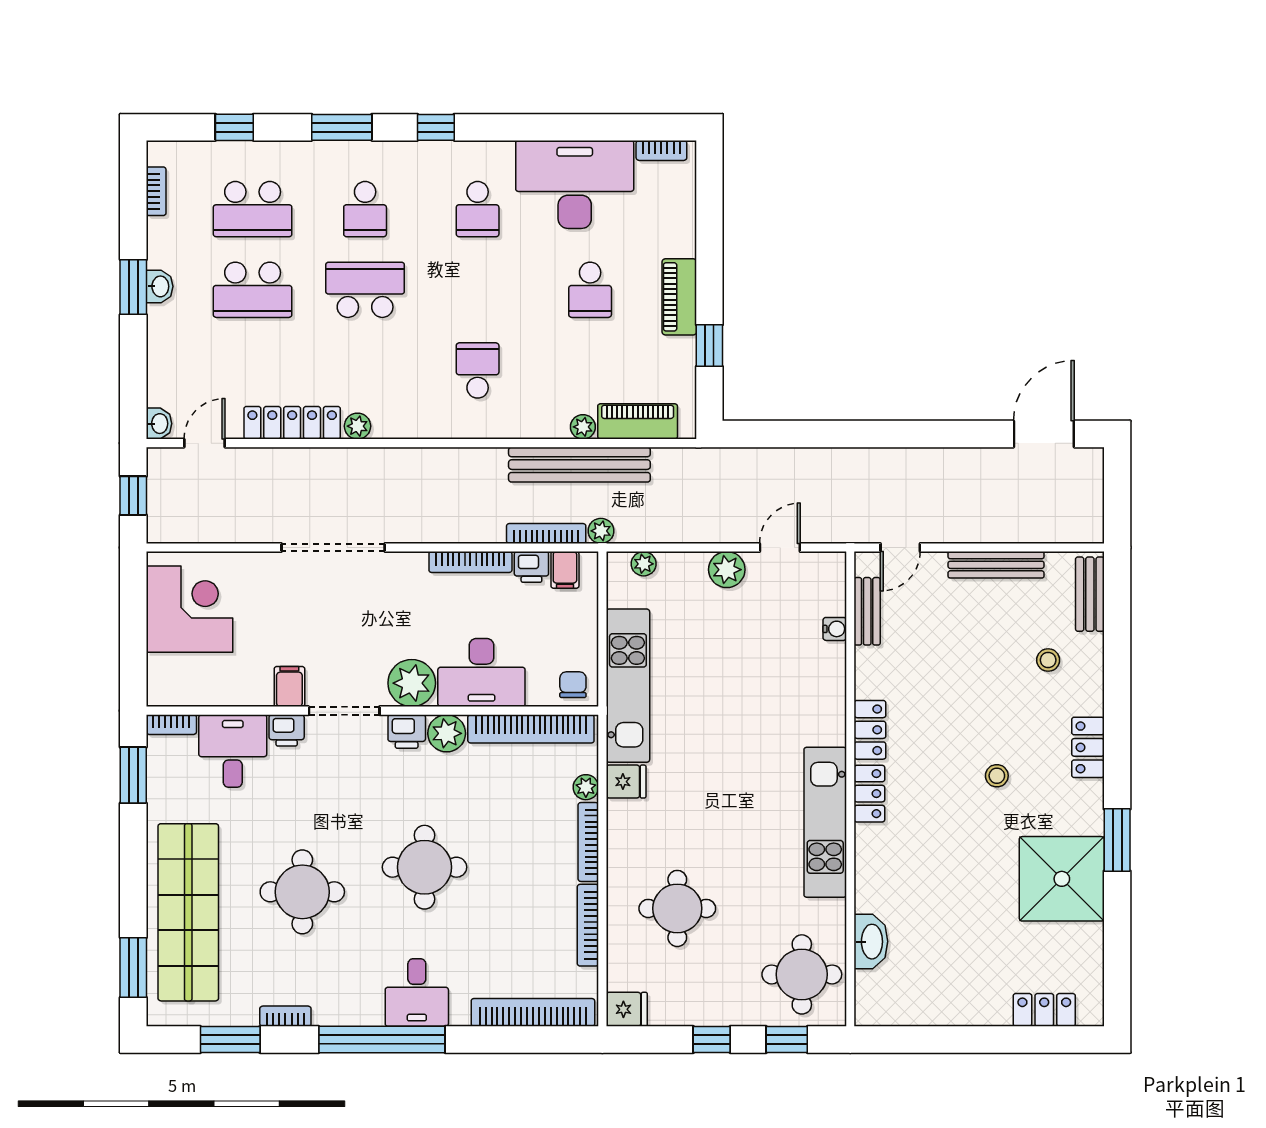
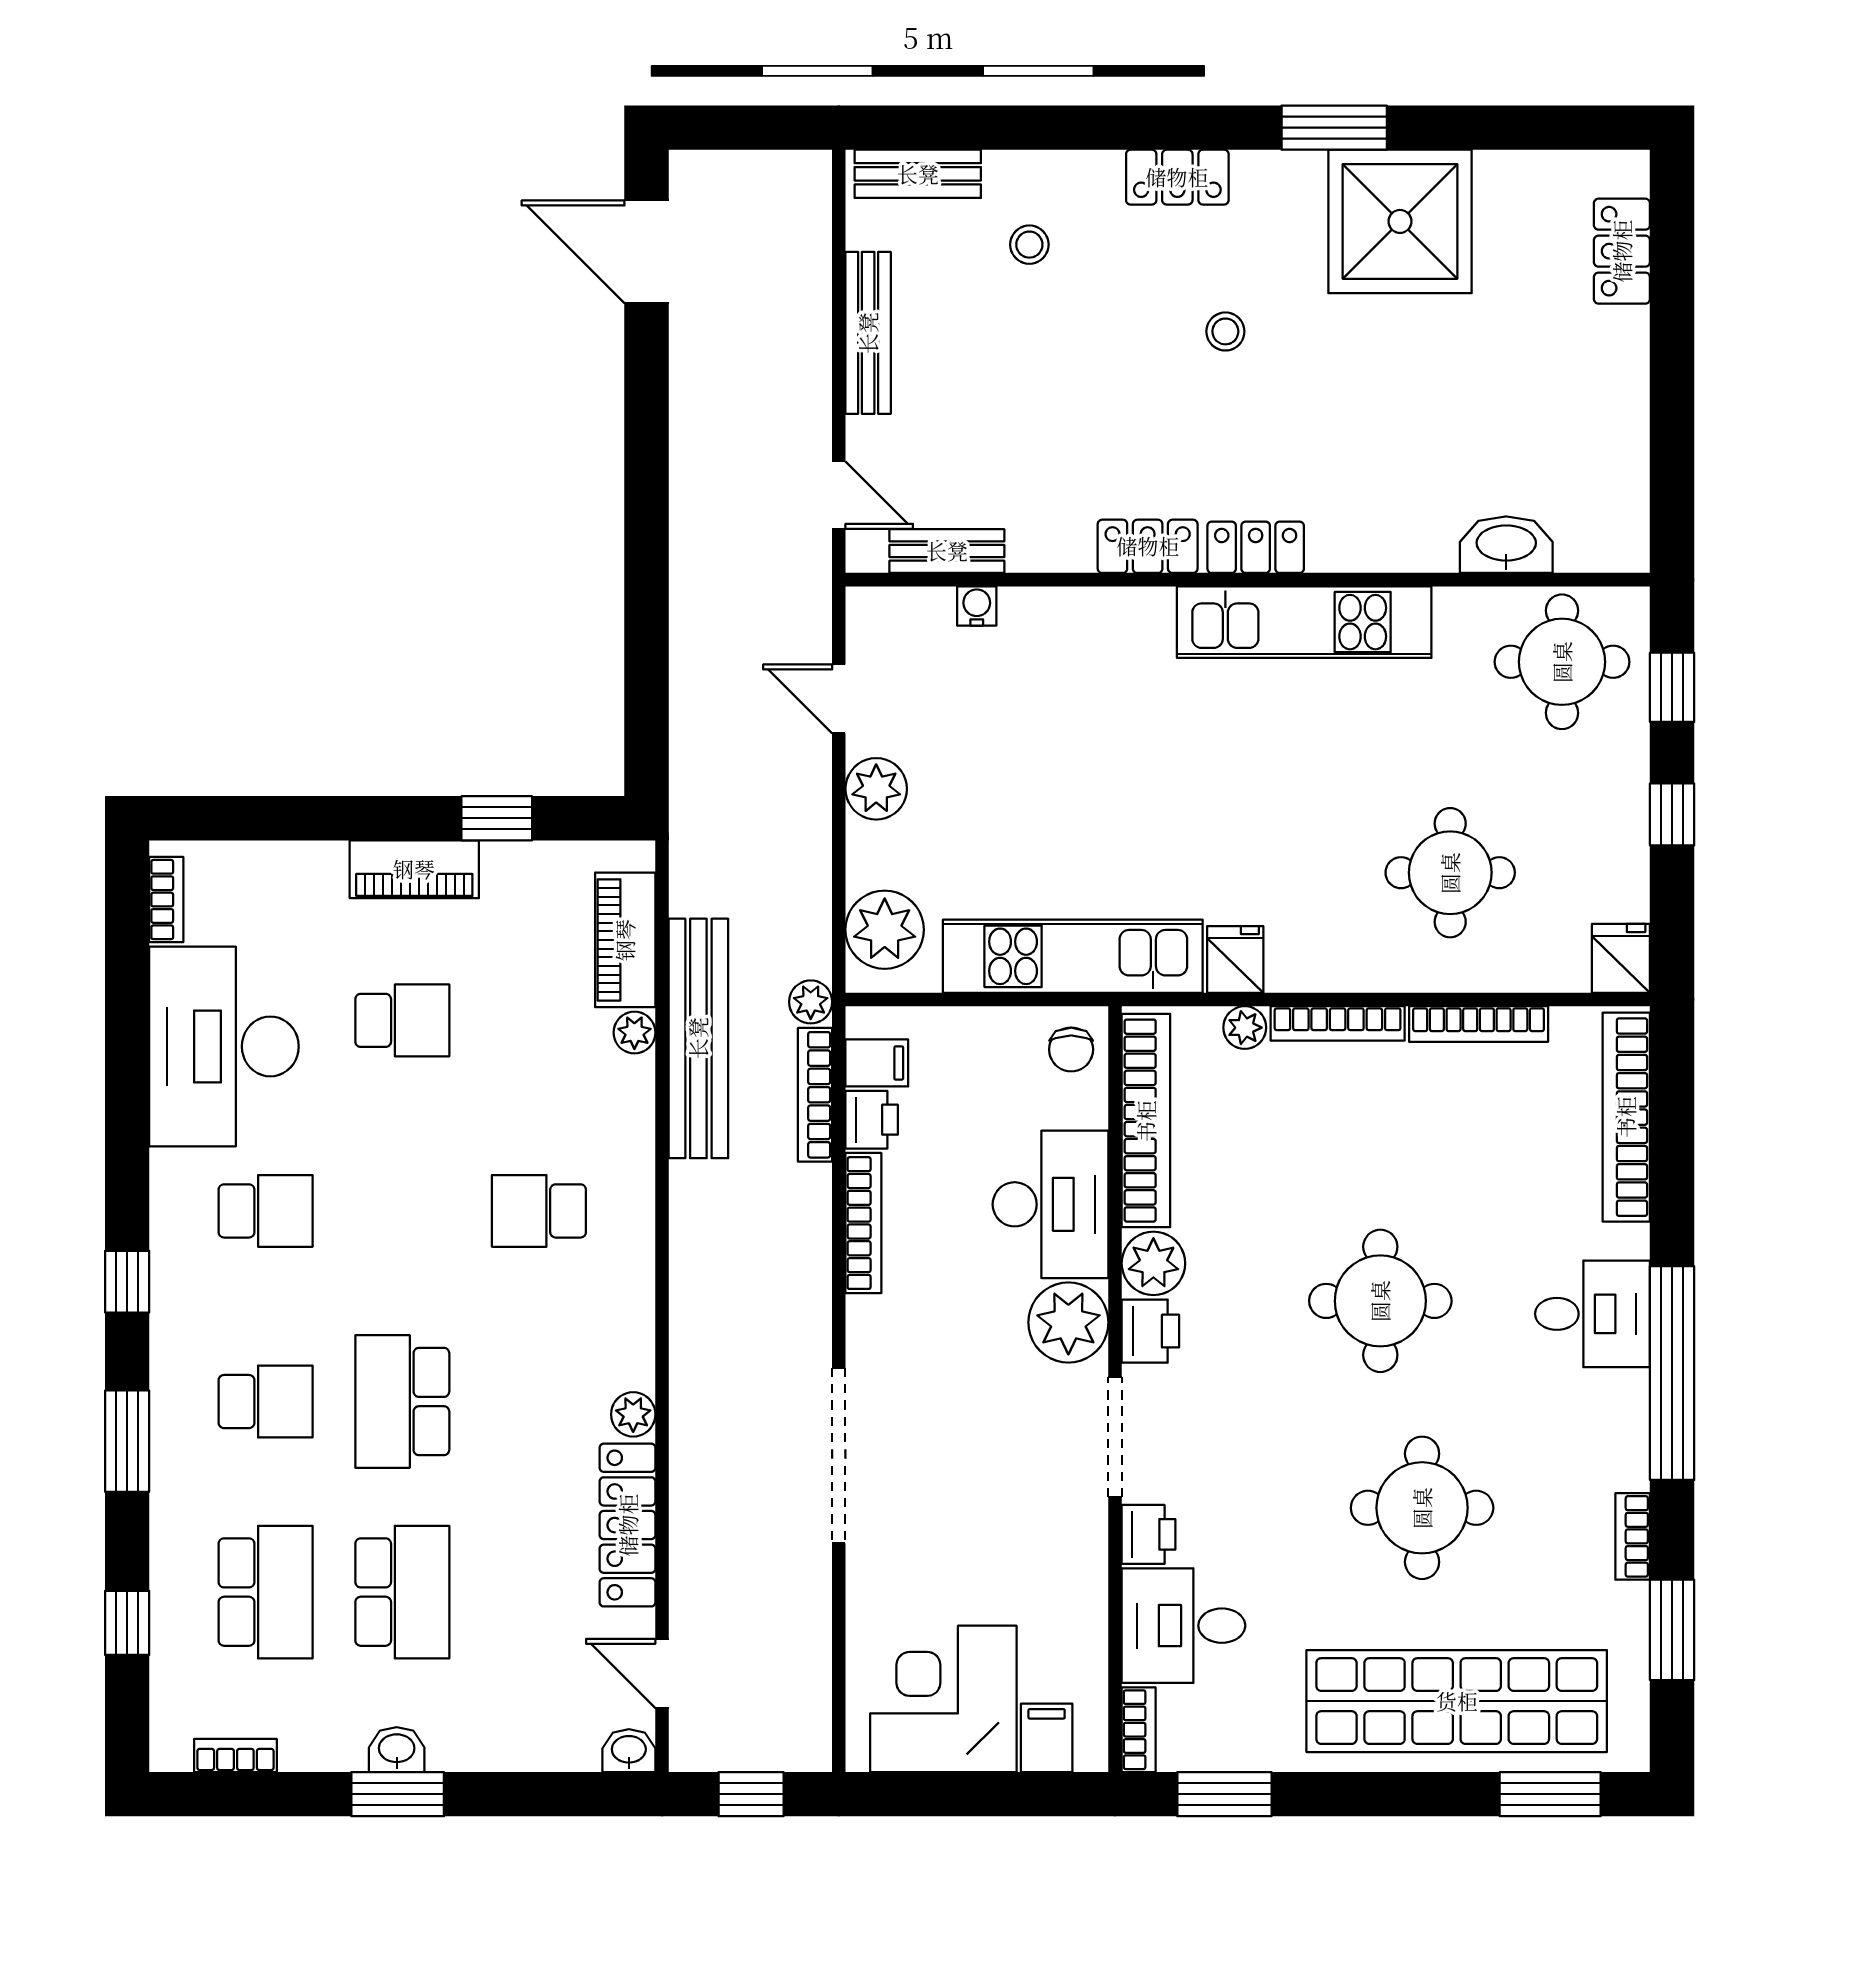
plant: (644, 564) -> (885, 930), width x1.88, depth x1.88
chair: (573, 685) -> (1071, 1049), turned -90
filing cabinet: (289, 686) -> (1047, 1738), moved, turned 90

